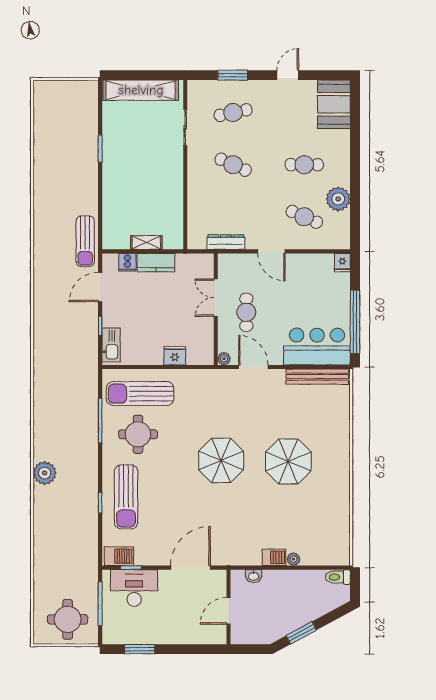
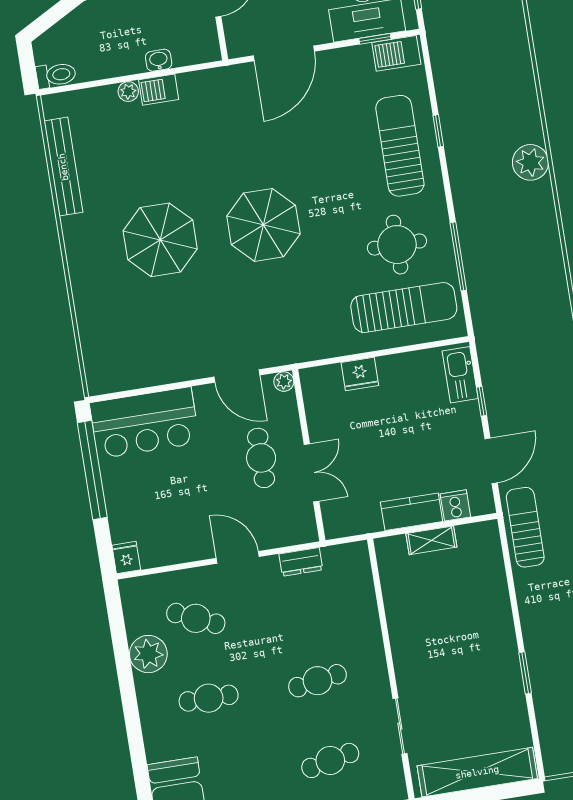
cafe table: (233, 165) -> (317, 681), turned -33
dresser: (226, 242) -> (301, 562), width x0.70
bench: (317, 377) -> (63, 167), moved, turned 90
washbasin: (254, 576) -> (159, 60), moved

